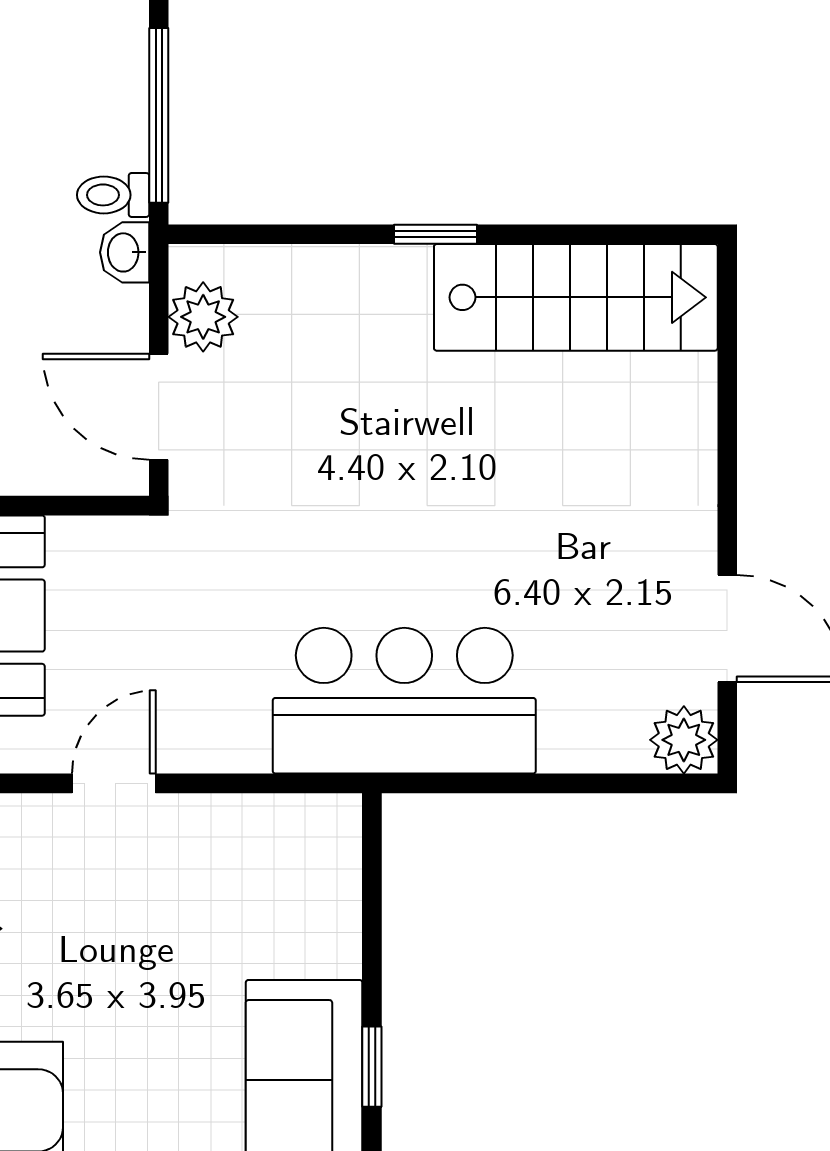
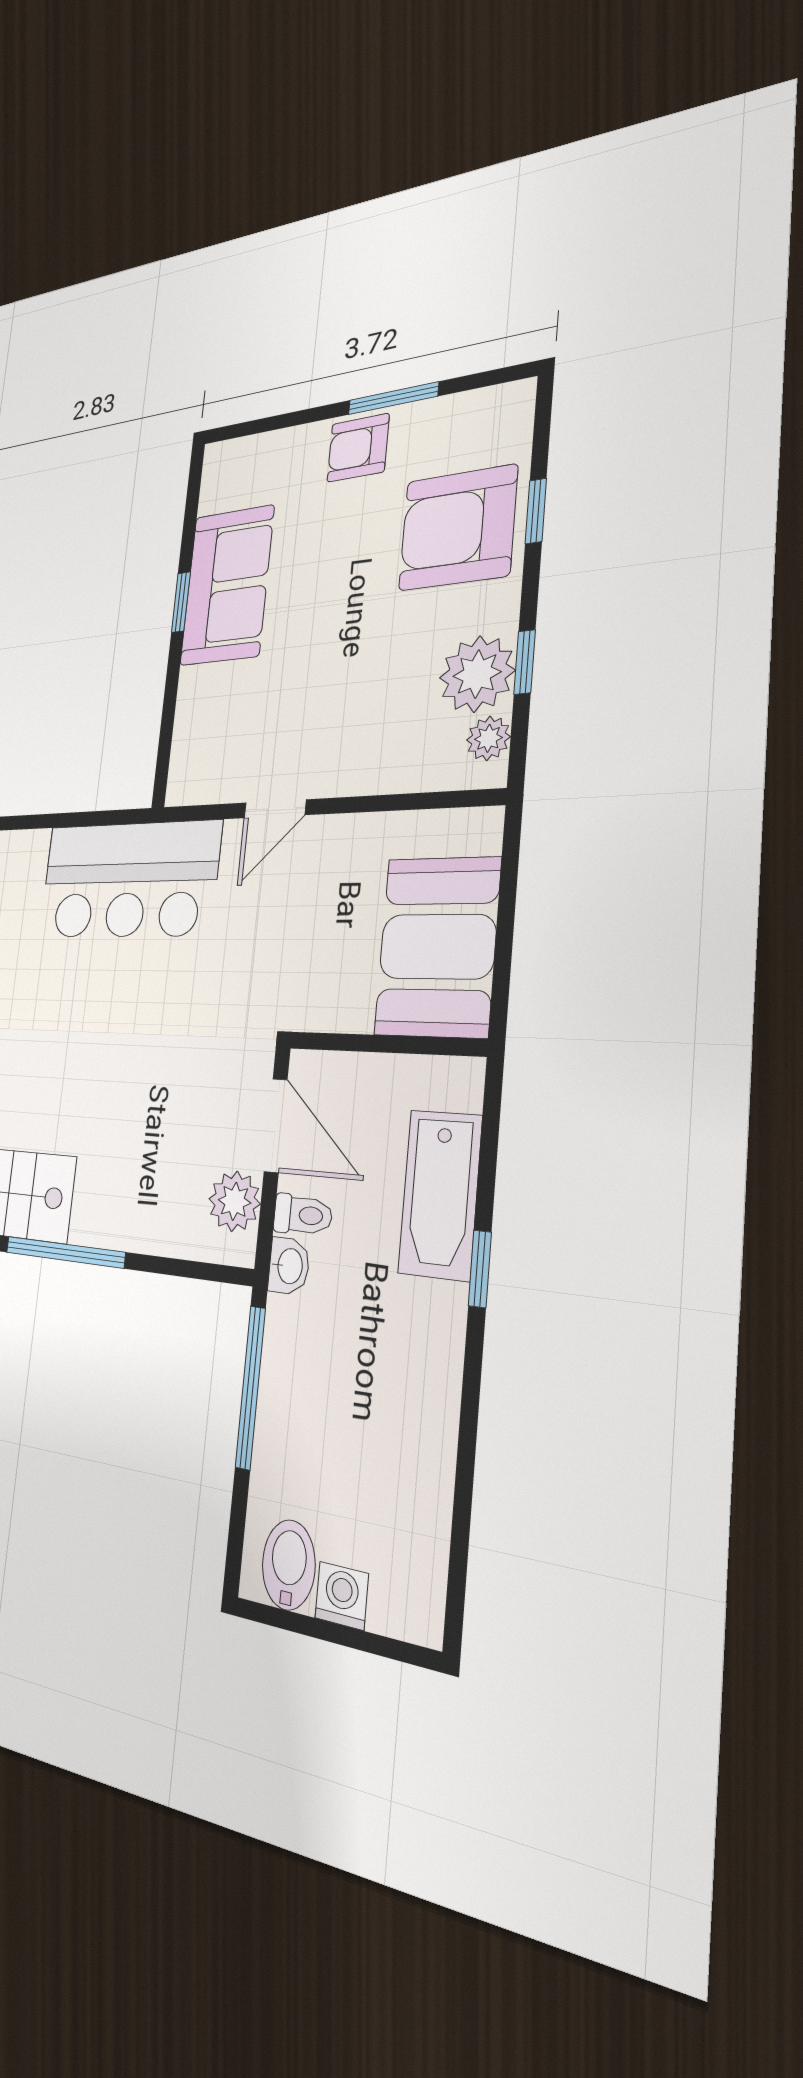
toilet: (113, 195) -> (303, 1215), moved
window: (435, 234) -> (65, 1252), width x2.17
door: (114, 783) -> (275, 809), moved

